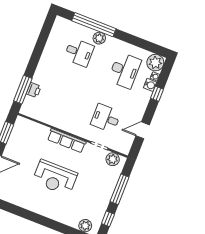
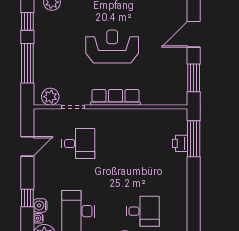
desk: (79, 52) -> (143, 211), turned 180

